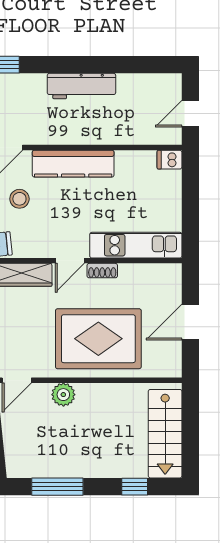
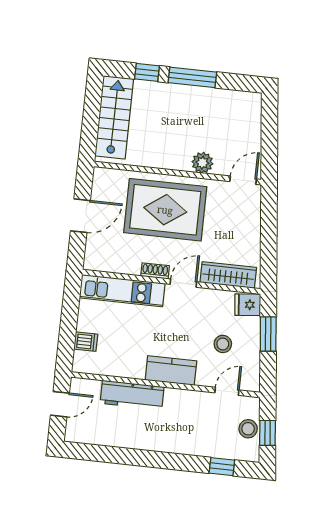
workbench: (81, 86) -> (132, 395), moved, turned 180
dishwasher: (170, 160) -> (86, 342), moved
kitchen counter: (73, 164) -> (171, 370), width x0.67
window: (57, 487) -> (192, 77), moved

